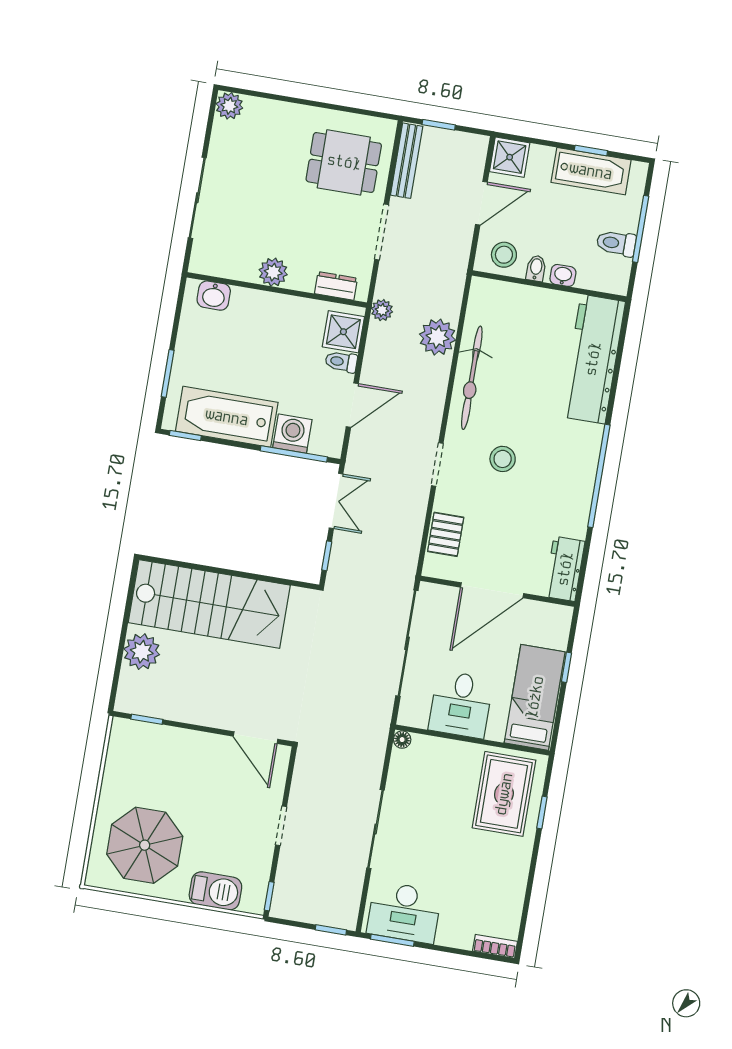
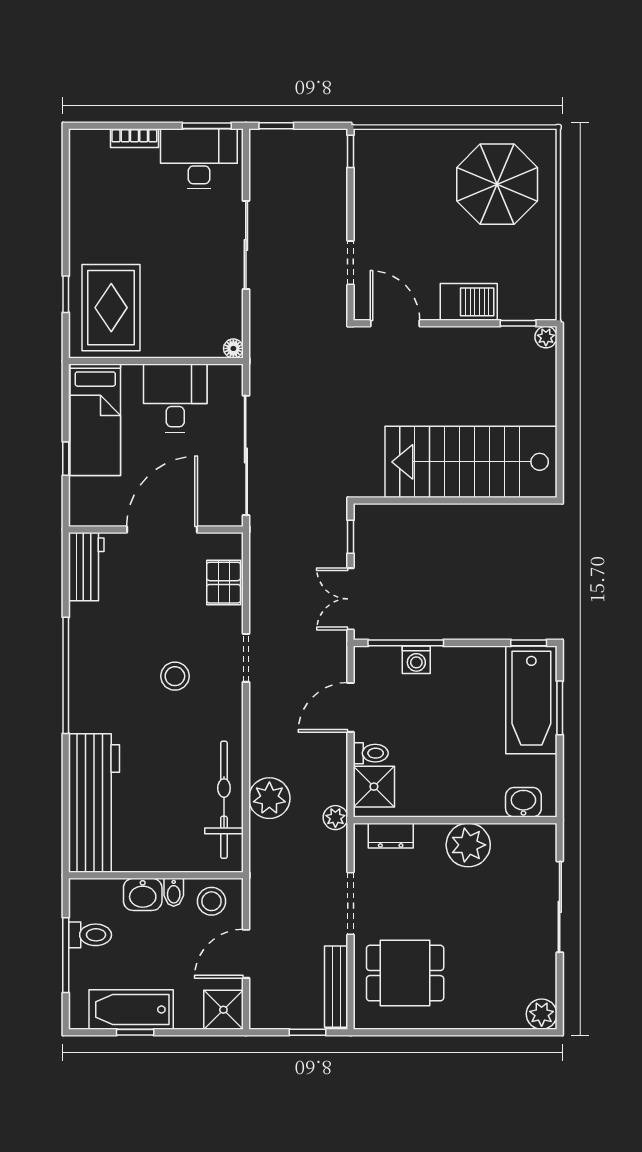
plant: (273, 272) -> (468, 845), width x1.36, depth x1.36
washbasin: (563, 275) -> (143, 894), width x1.38, depth x1.45
bicycle: (472, 378) -> (224, 800), moved
bathtub: (227, 417) -> (531, 700), moved, turned 90
washing machine: (292, 434) -> (416, 660), width x0.73, depth x0.73
plant: (142, 652) -> (546, 337), moved, width x0.53, depth x0.53
doorway: (281, 826) -> (351, 263), moved
barbecue: (215, 891) -> (469, 302), moved, turned 180
bookcase: (495, 946) -> (134, 138), moved

